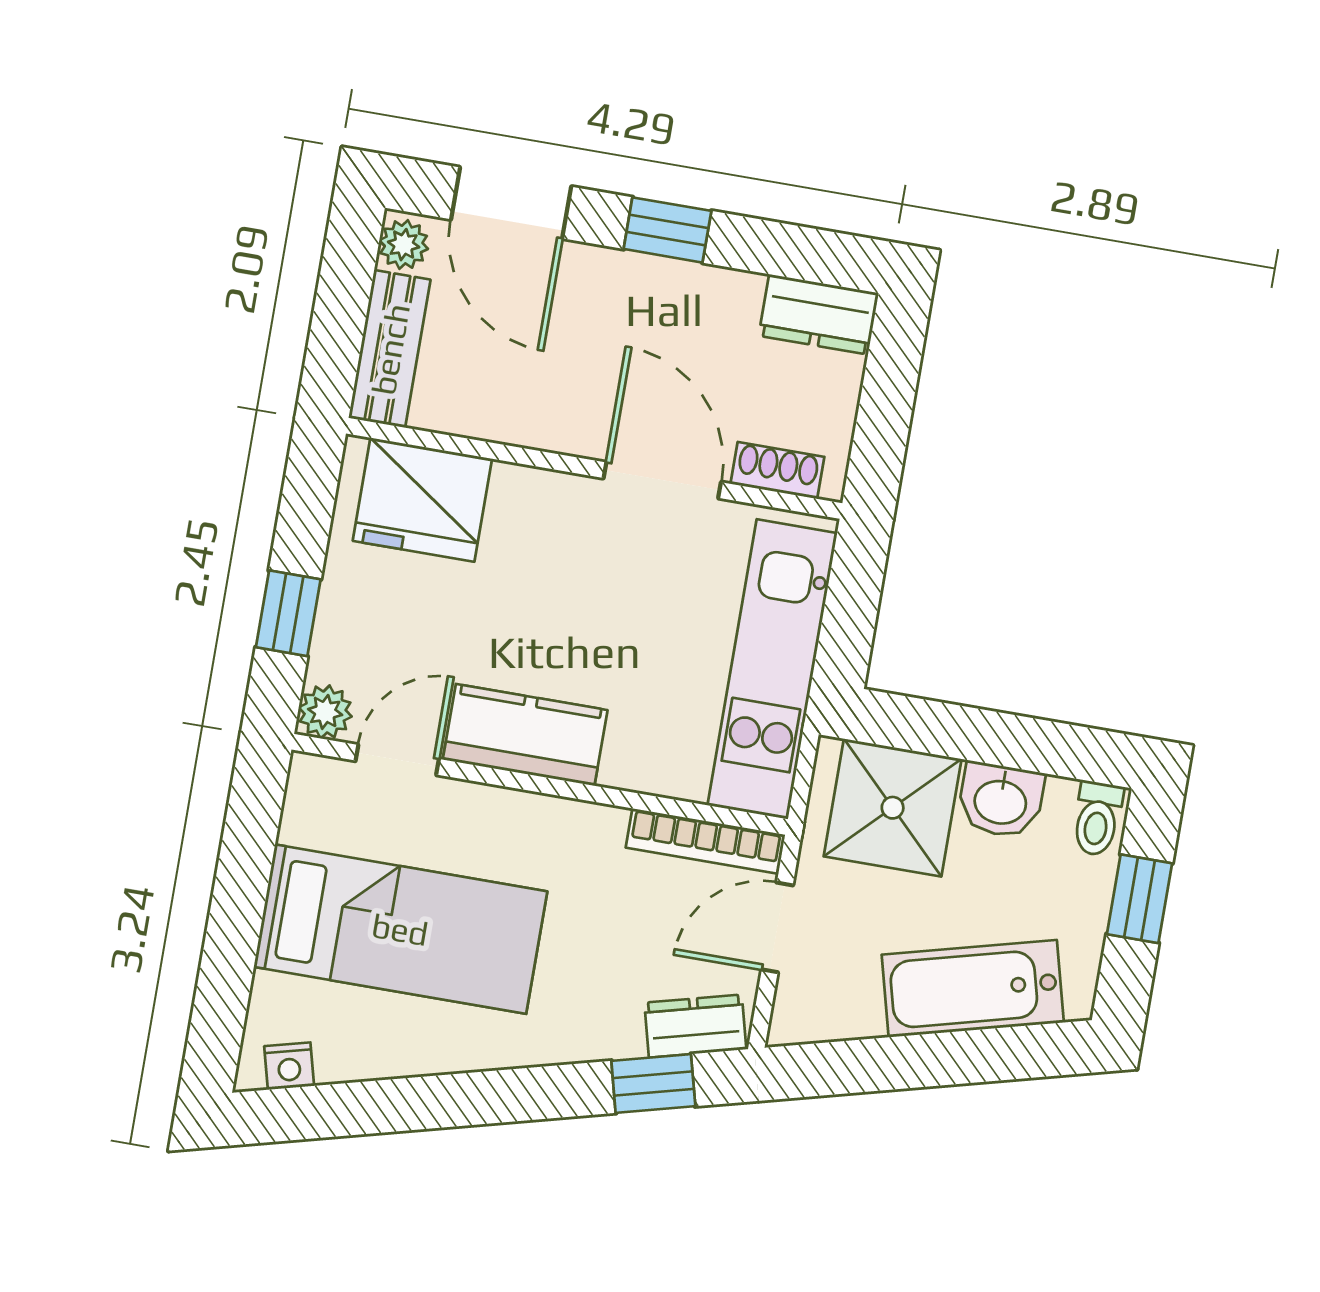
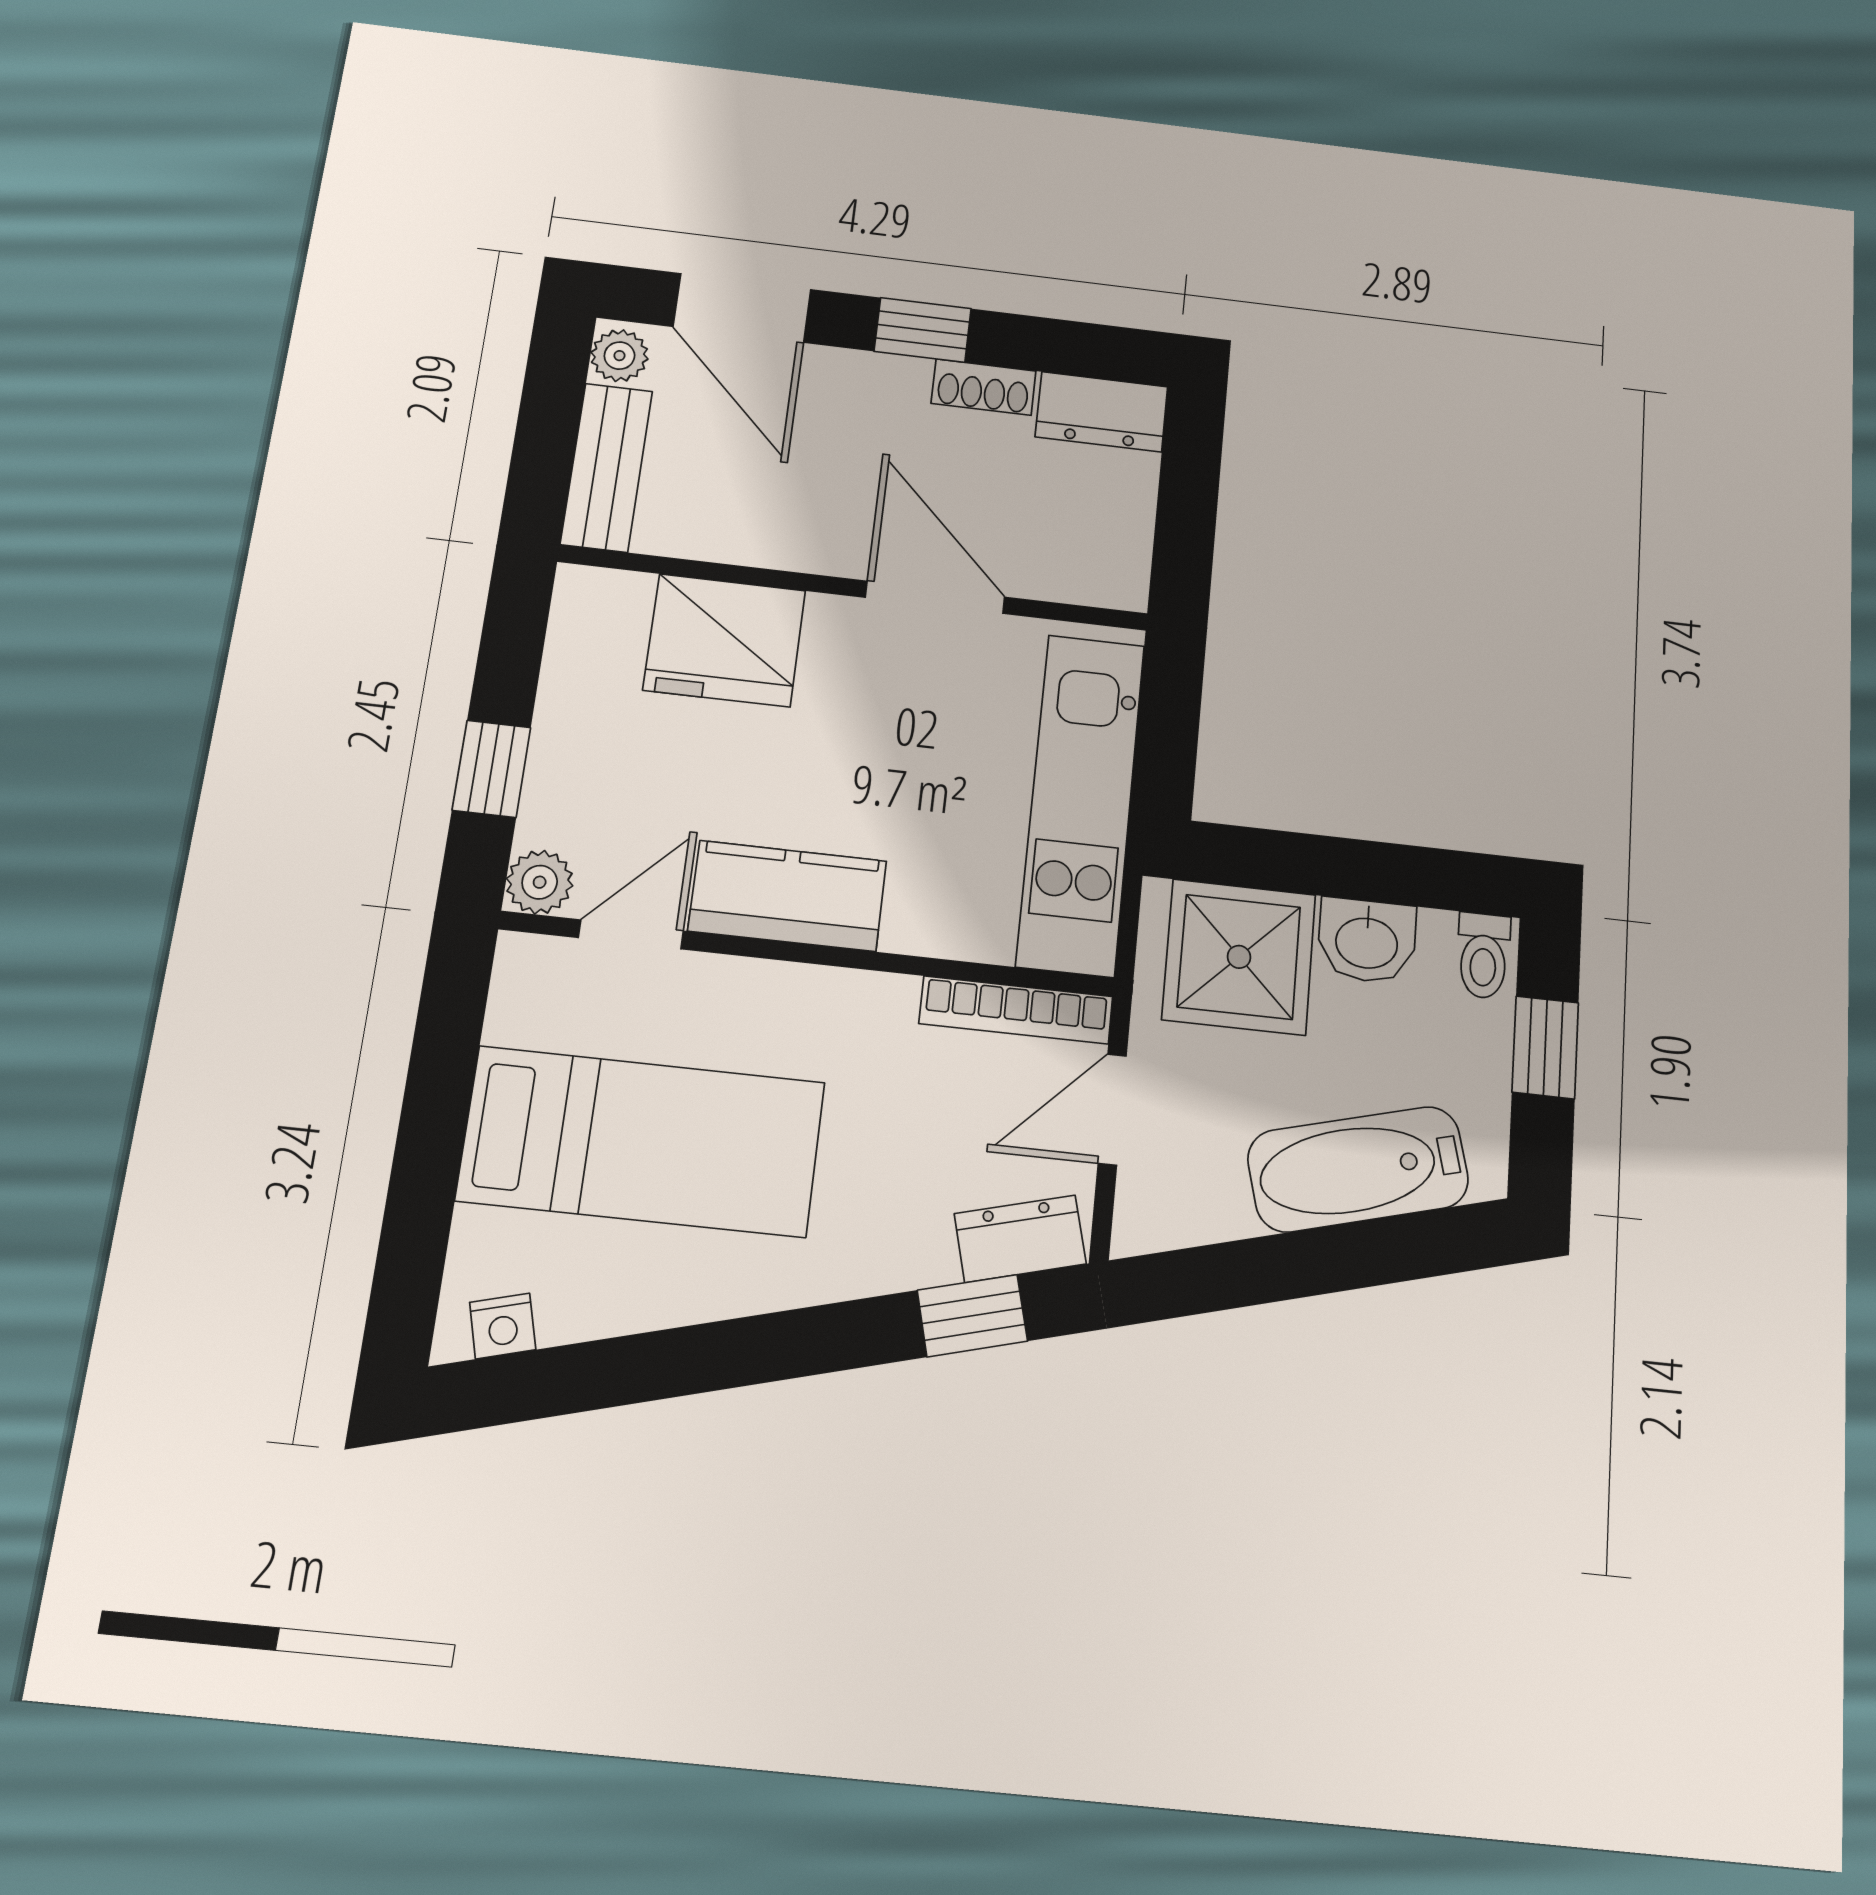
shoe rack: (777, 470) -> (984, 387), moved, turned 180
fridge: (422, 500) -> (725, 640), moved

